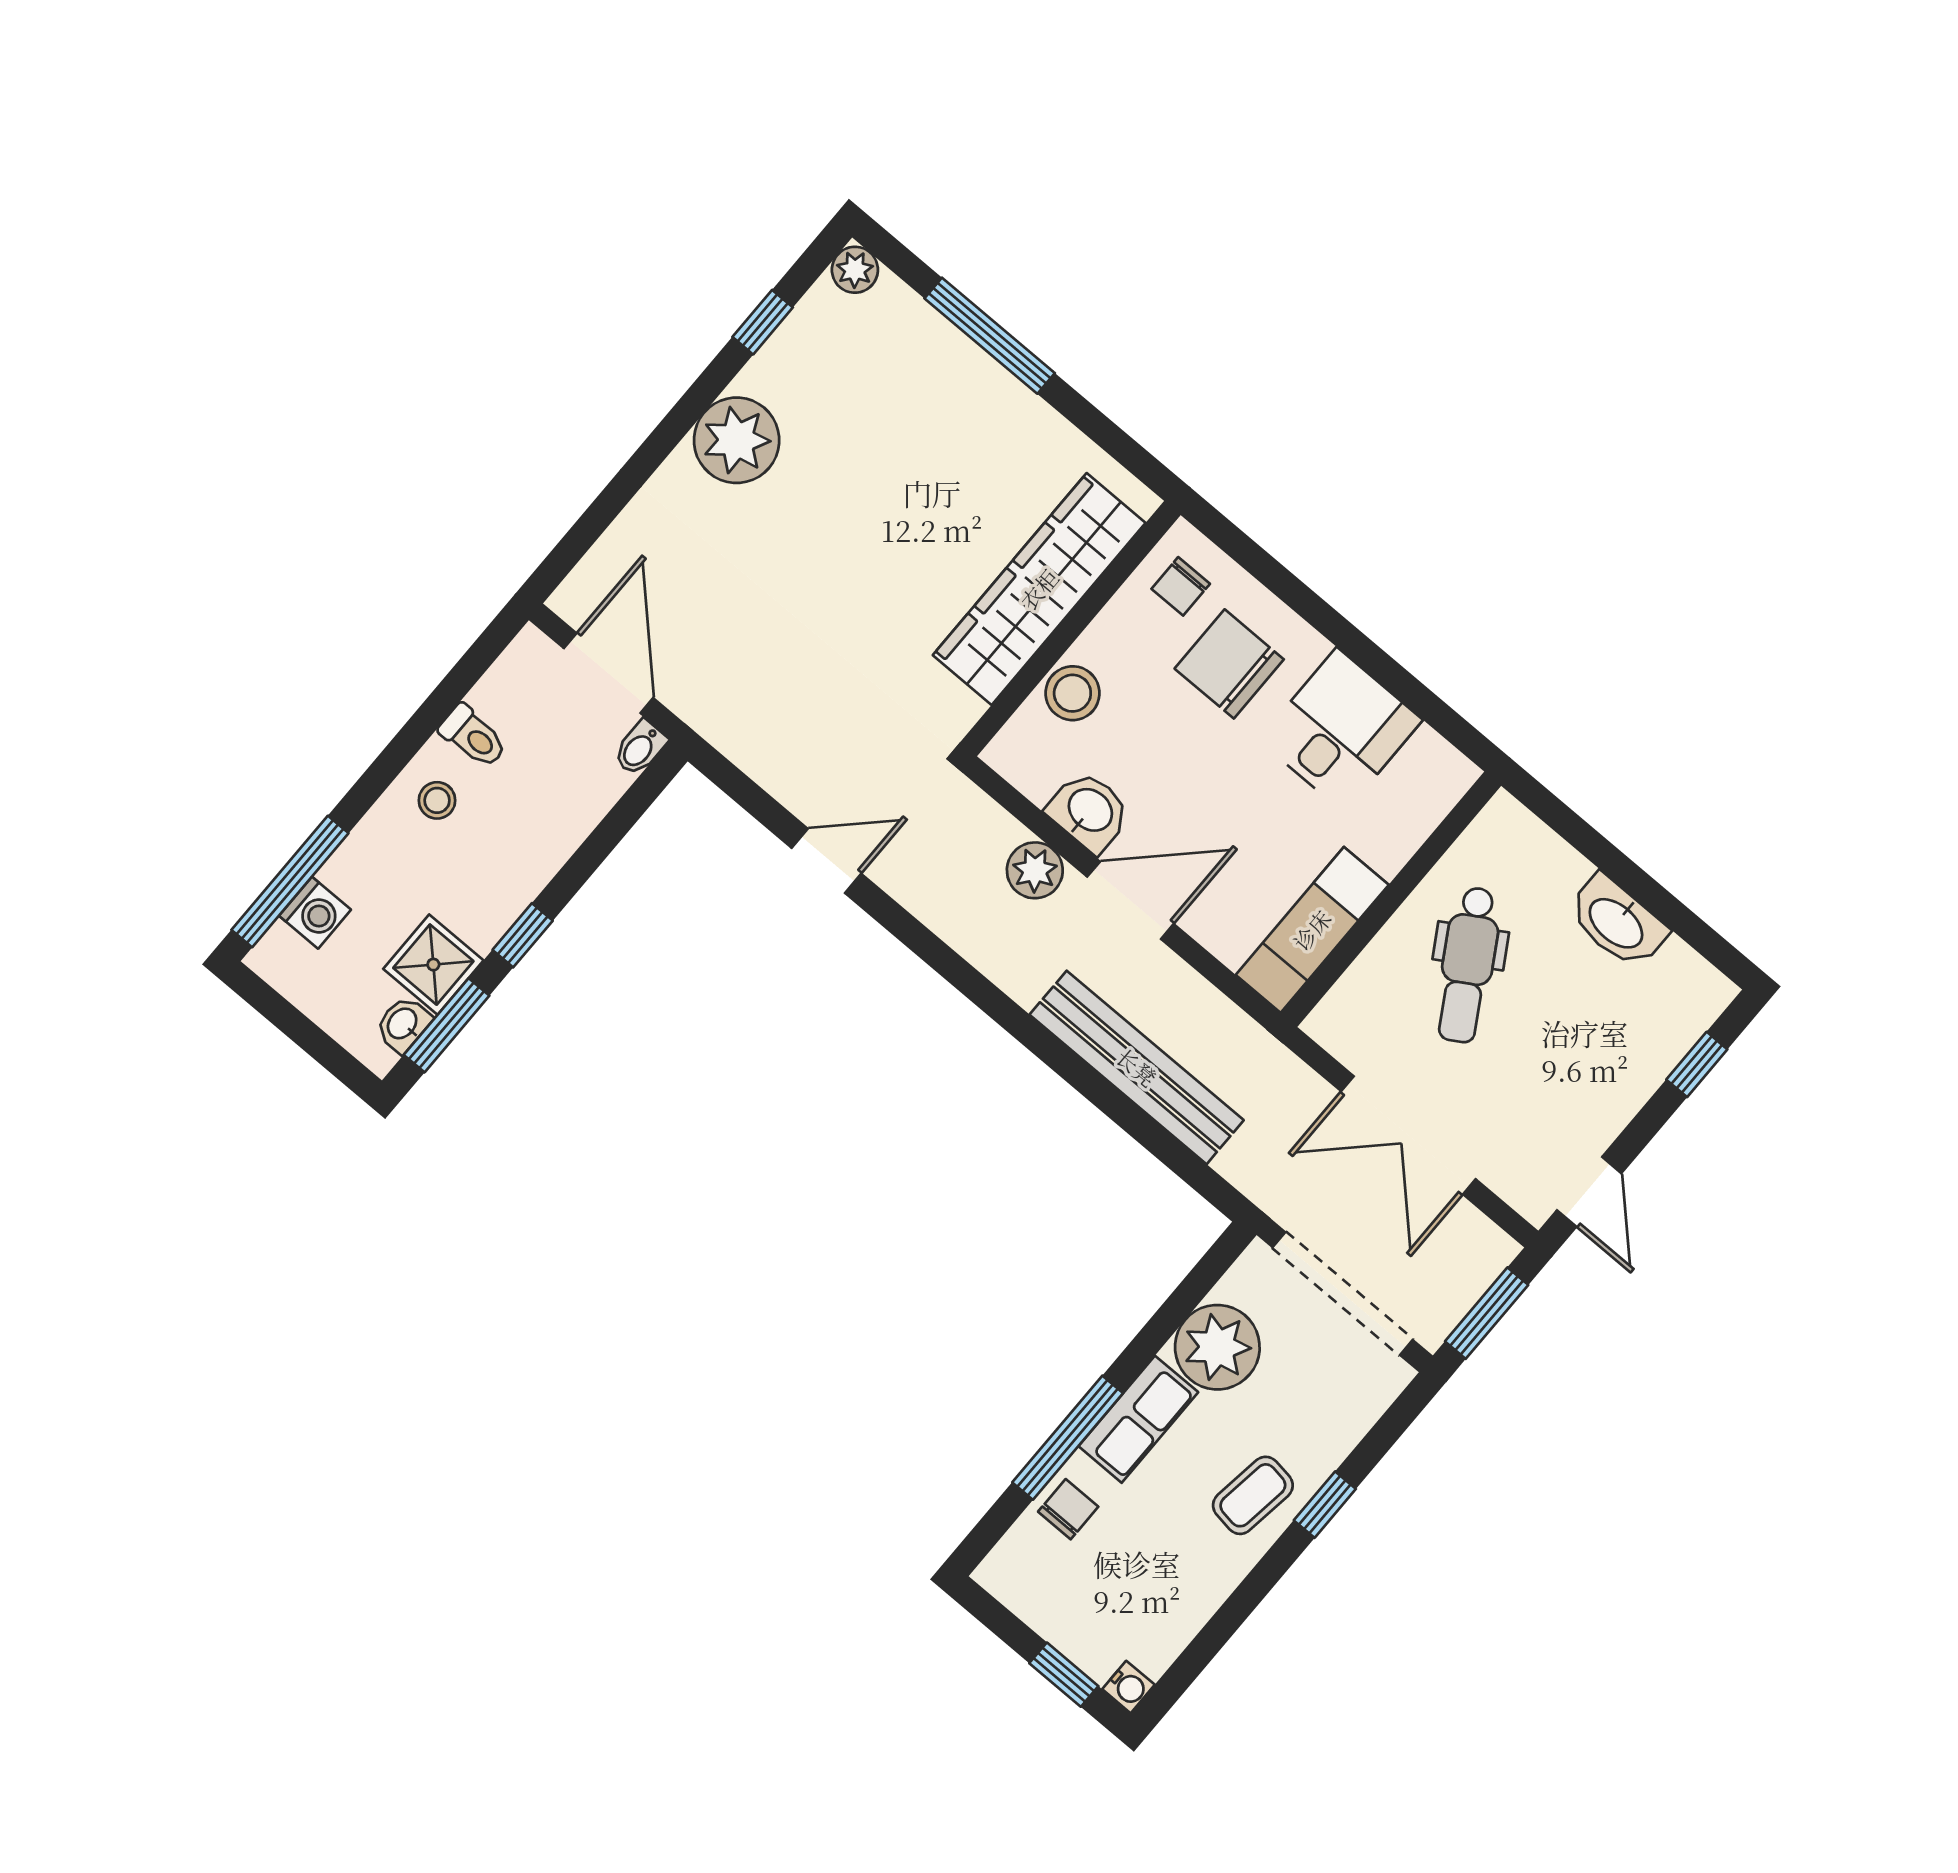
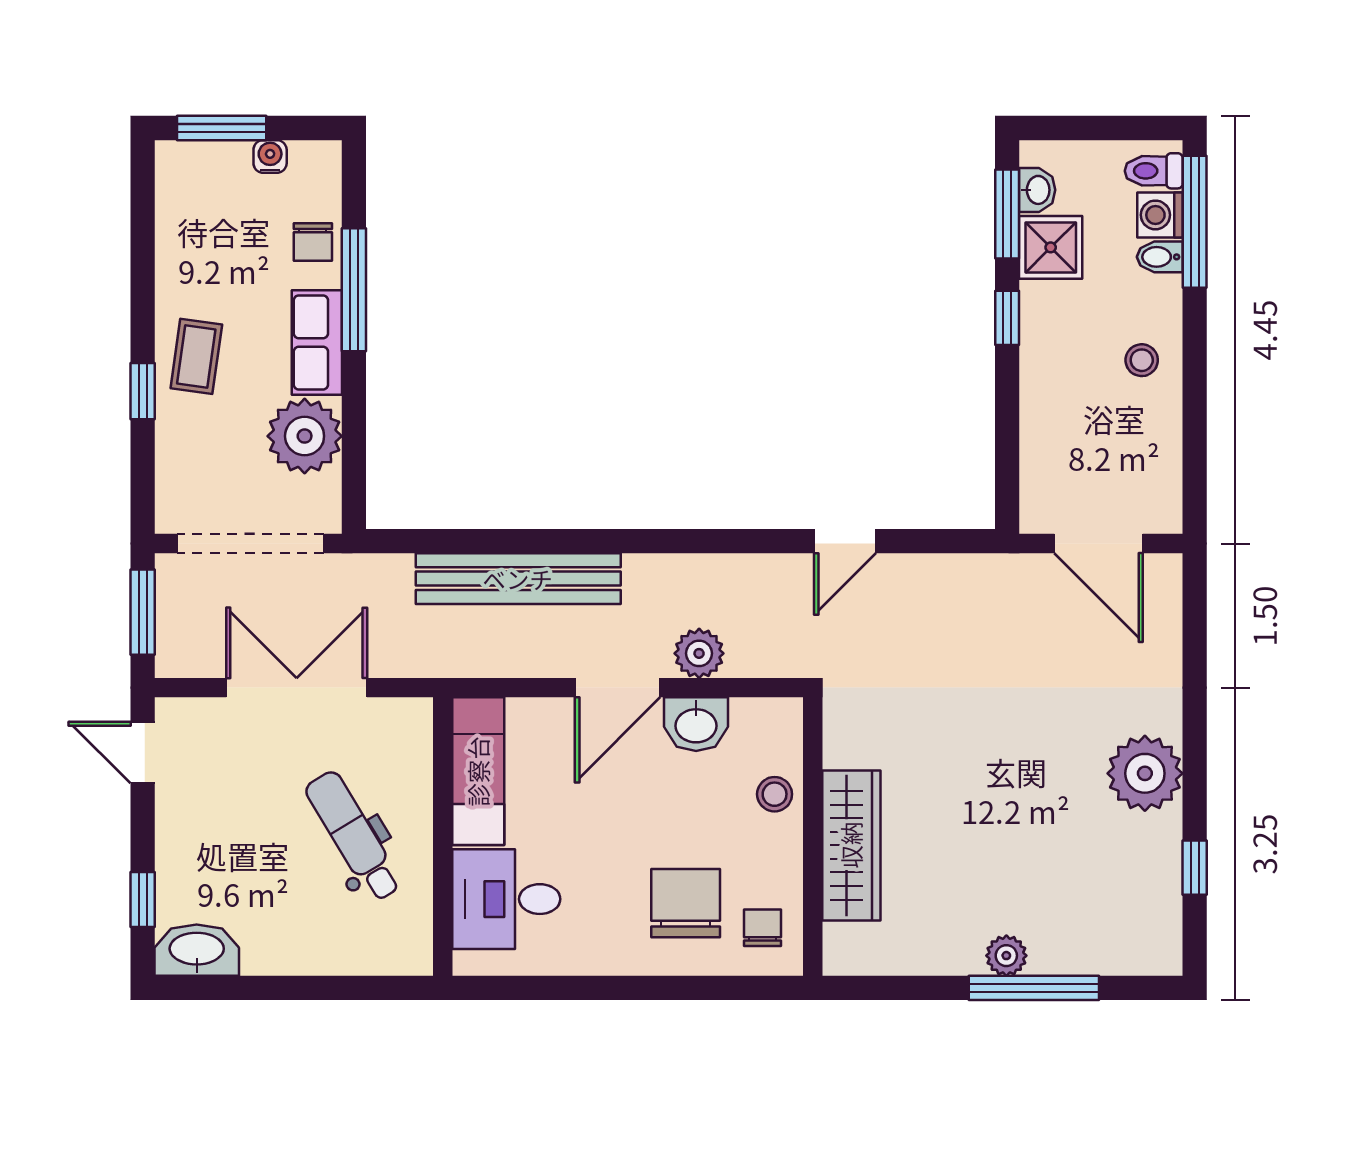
plant: (855, 270) -> (1006, 956), moved
wardrobe: (1039, 589) -> (851, 845), width x0.71, depth x0.85
chair: (1229, 664) -> (686, 903), turned -90
stool: (1072, 693) -> (775, 794), width x0.73, depth x0.73
desk: (1340, 730) -> (506, 899), moved, turned 90
toilet: (473, 736) -> (1154, 171), moved
bidet: (640, 748) -> (1160, 257), moved, turned -90
washbasin: (1617, 922) -> (197, 950), moved
window: (1064, 1675) -> (222, 128), width x1.50
water cooler: (1128, 1687) -> (270, 156), moved, turned 90

